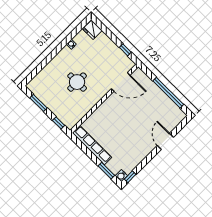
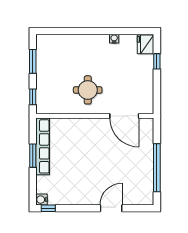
window: (125, 50) -> (157, 61), moved
round table: (77, 82) -> (88, 90), moved
window: (106, 171) -> (33, 156), moved

